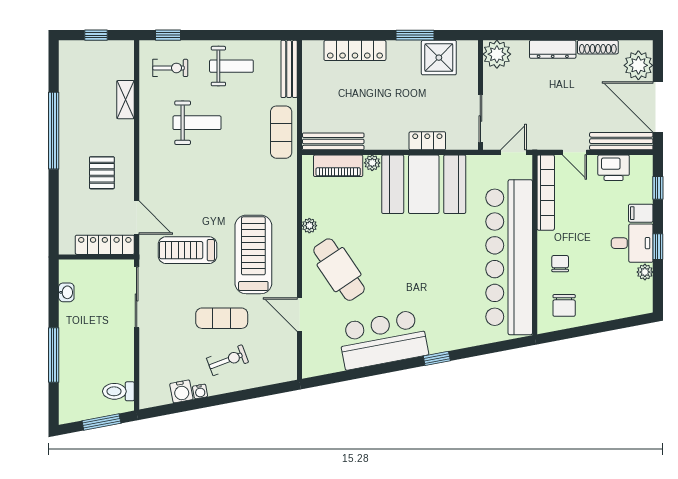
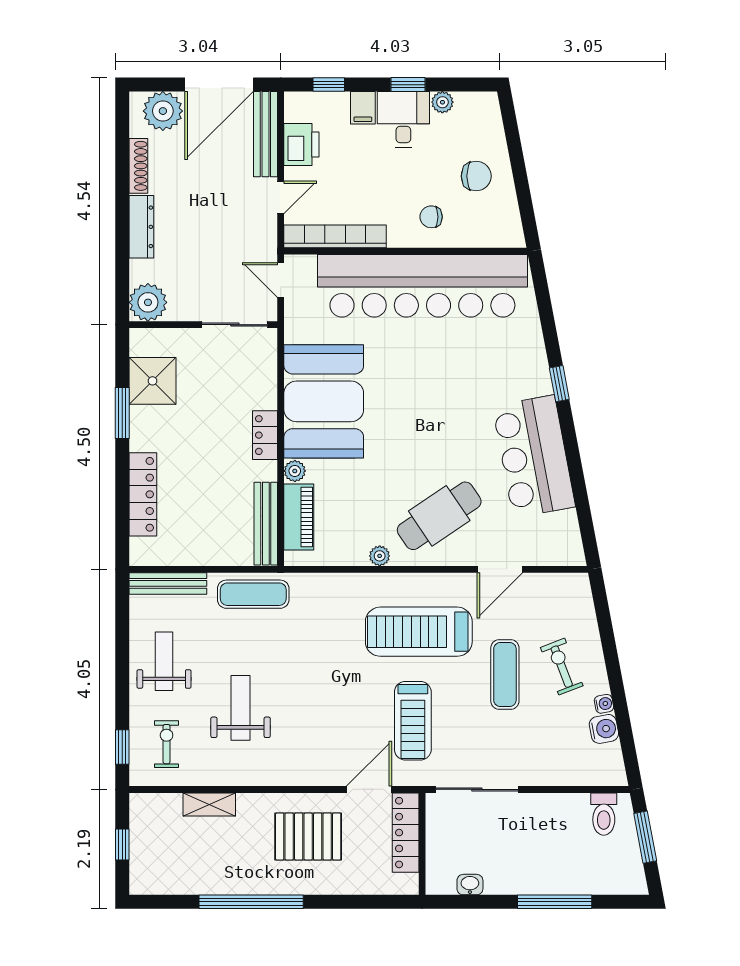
locker: (427, 141) -> (265, 435), moved
pallet: (102, 173) -> (308, 837), width x1.50, depth x1.42
chair: (564, 305) -> (476, 176), moved

